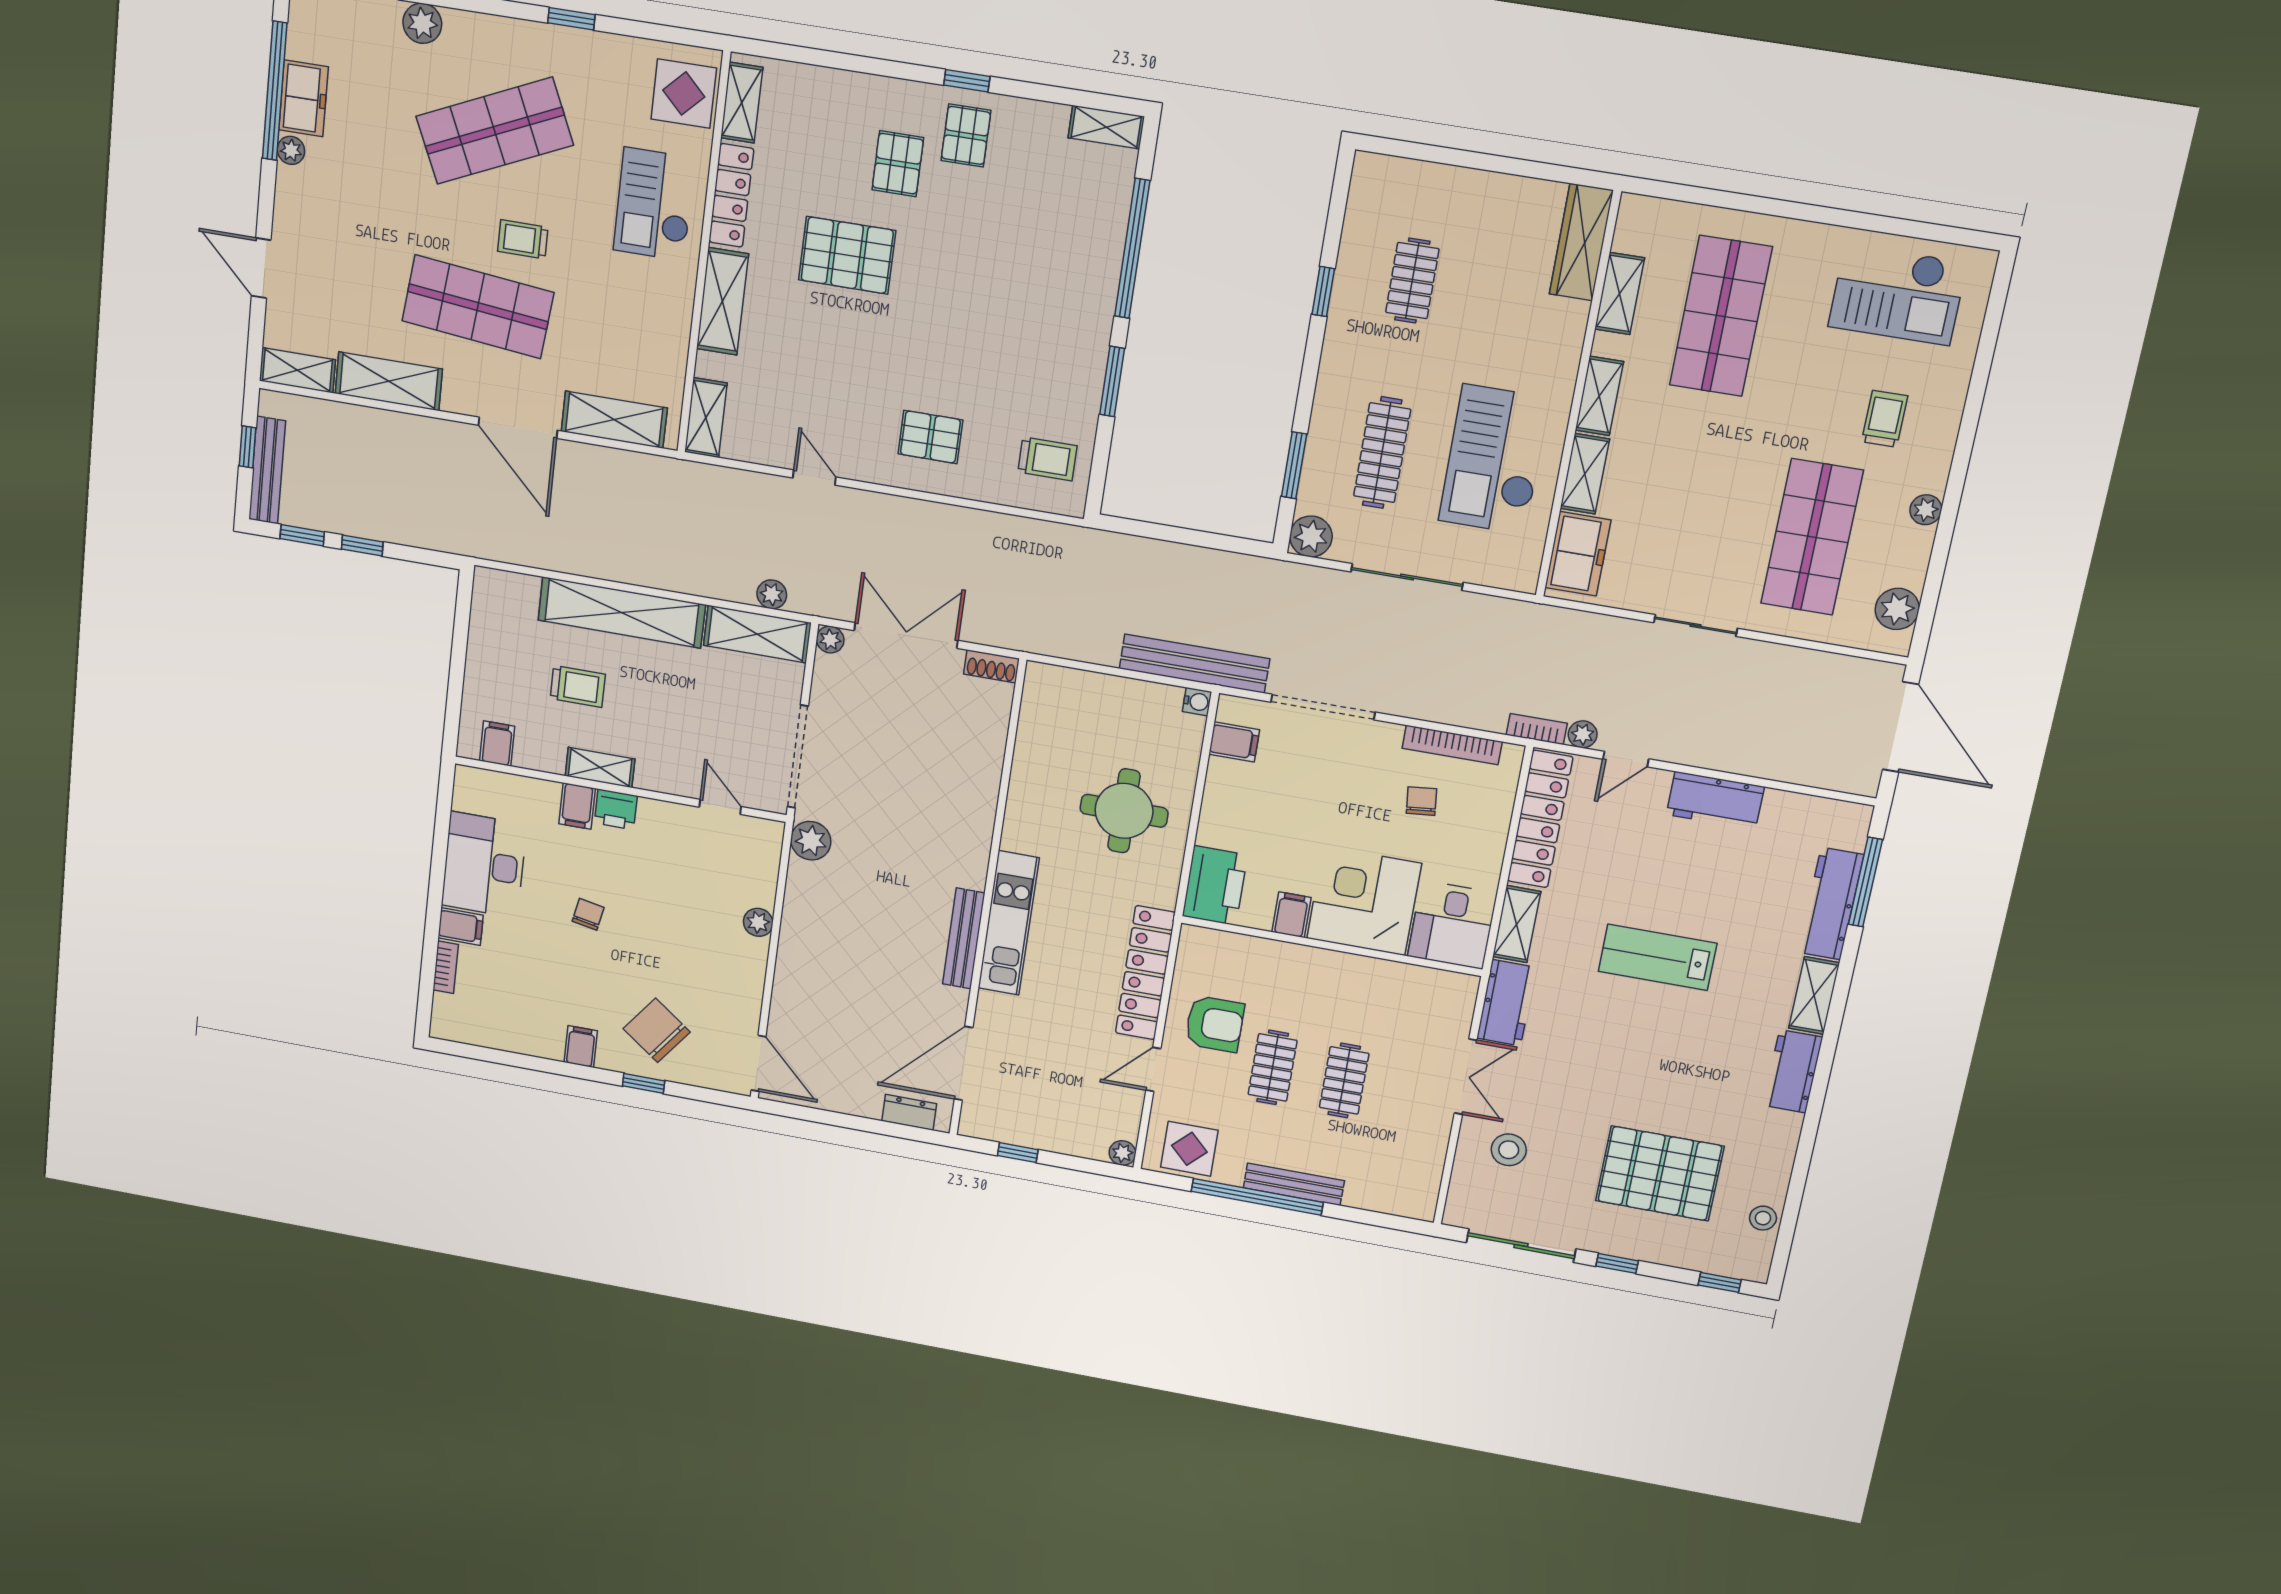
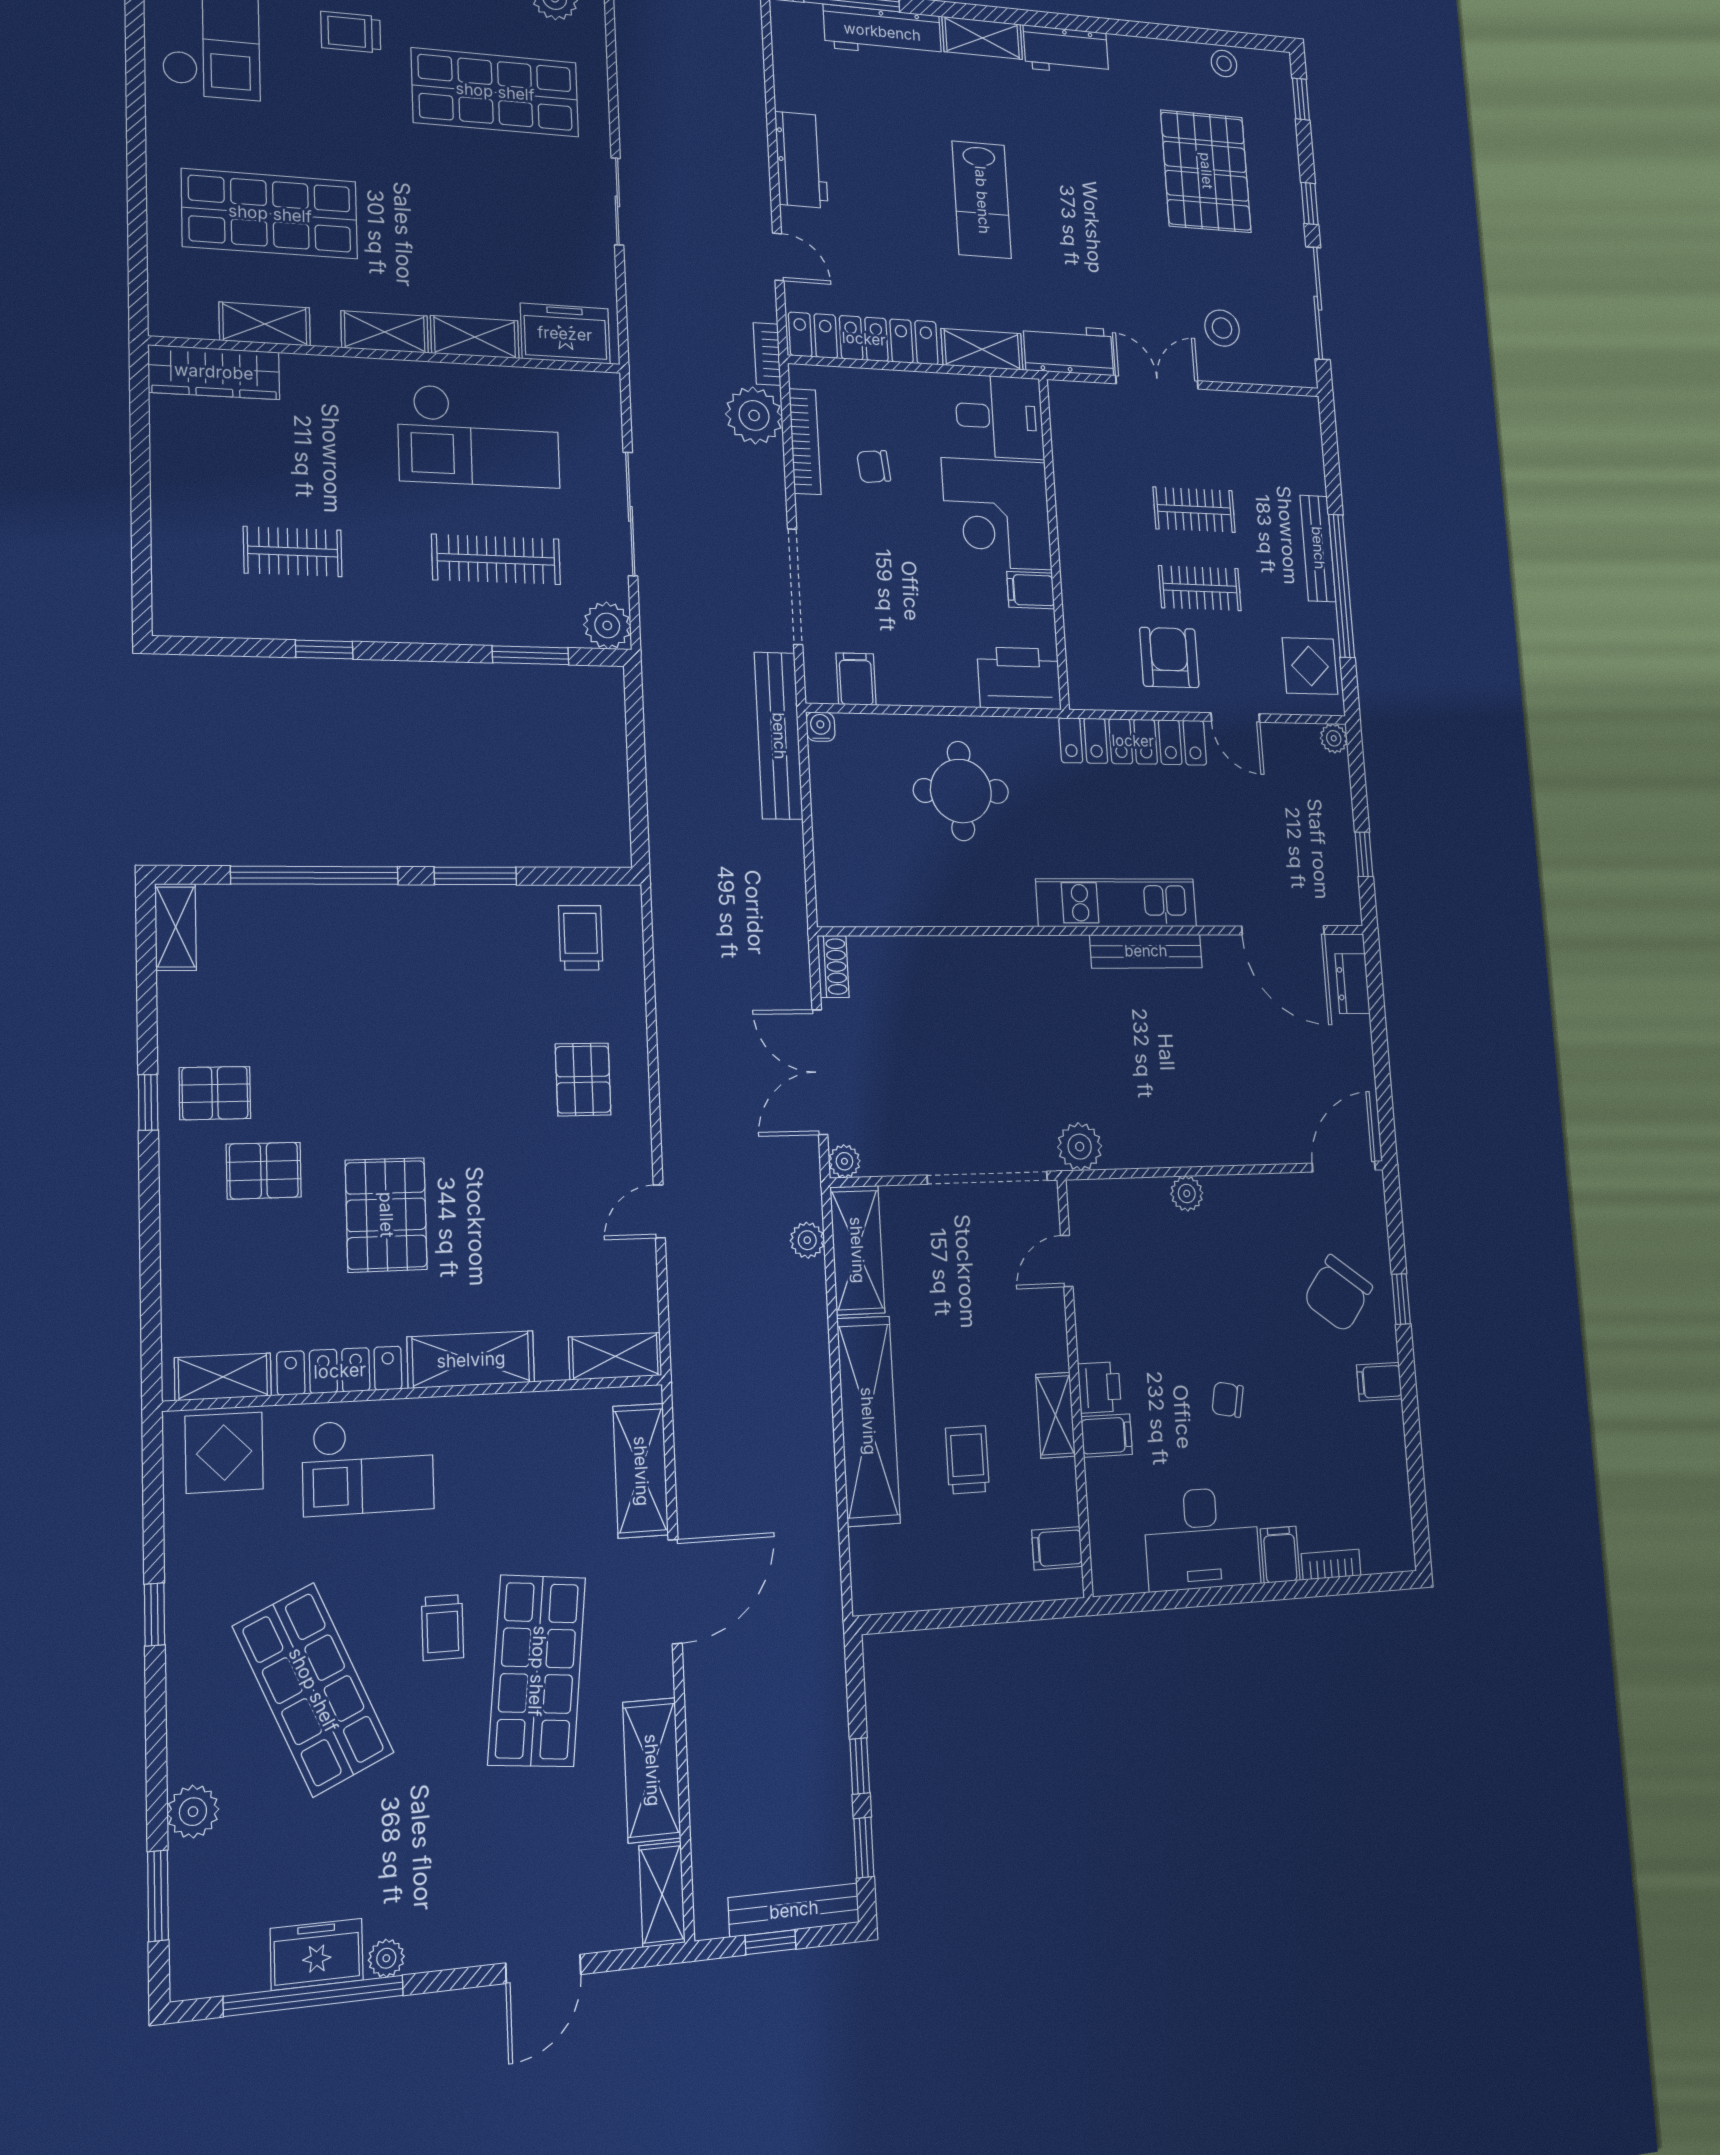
plant: (1583, 734) -> (754, 415), moved, width x1.88, depth x1.88

